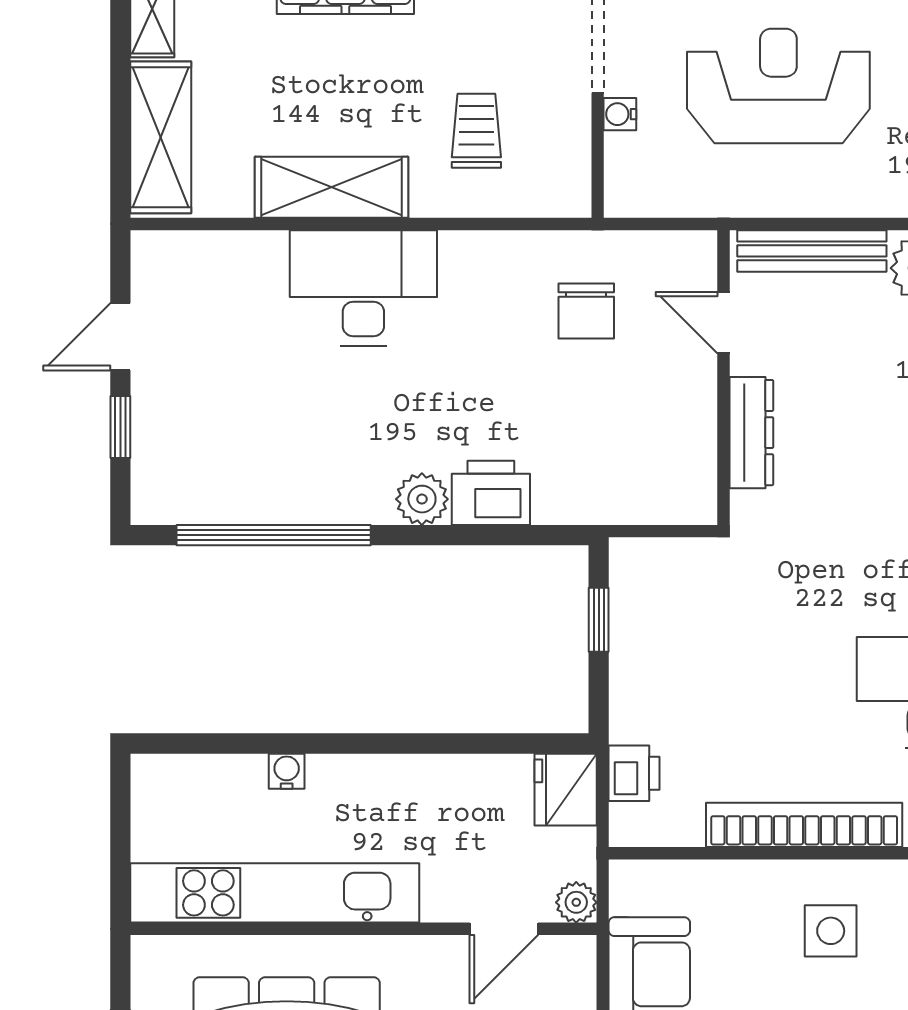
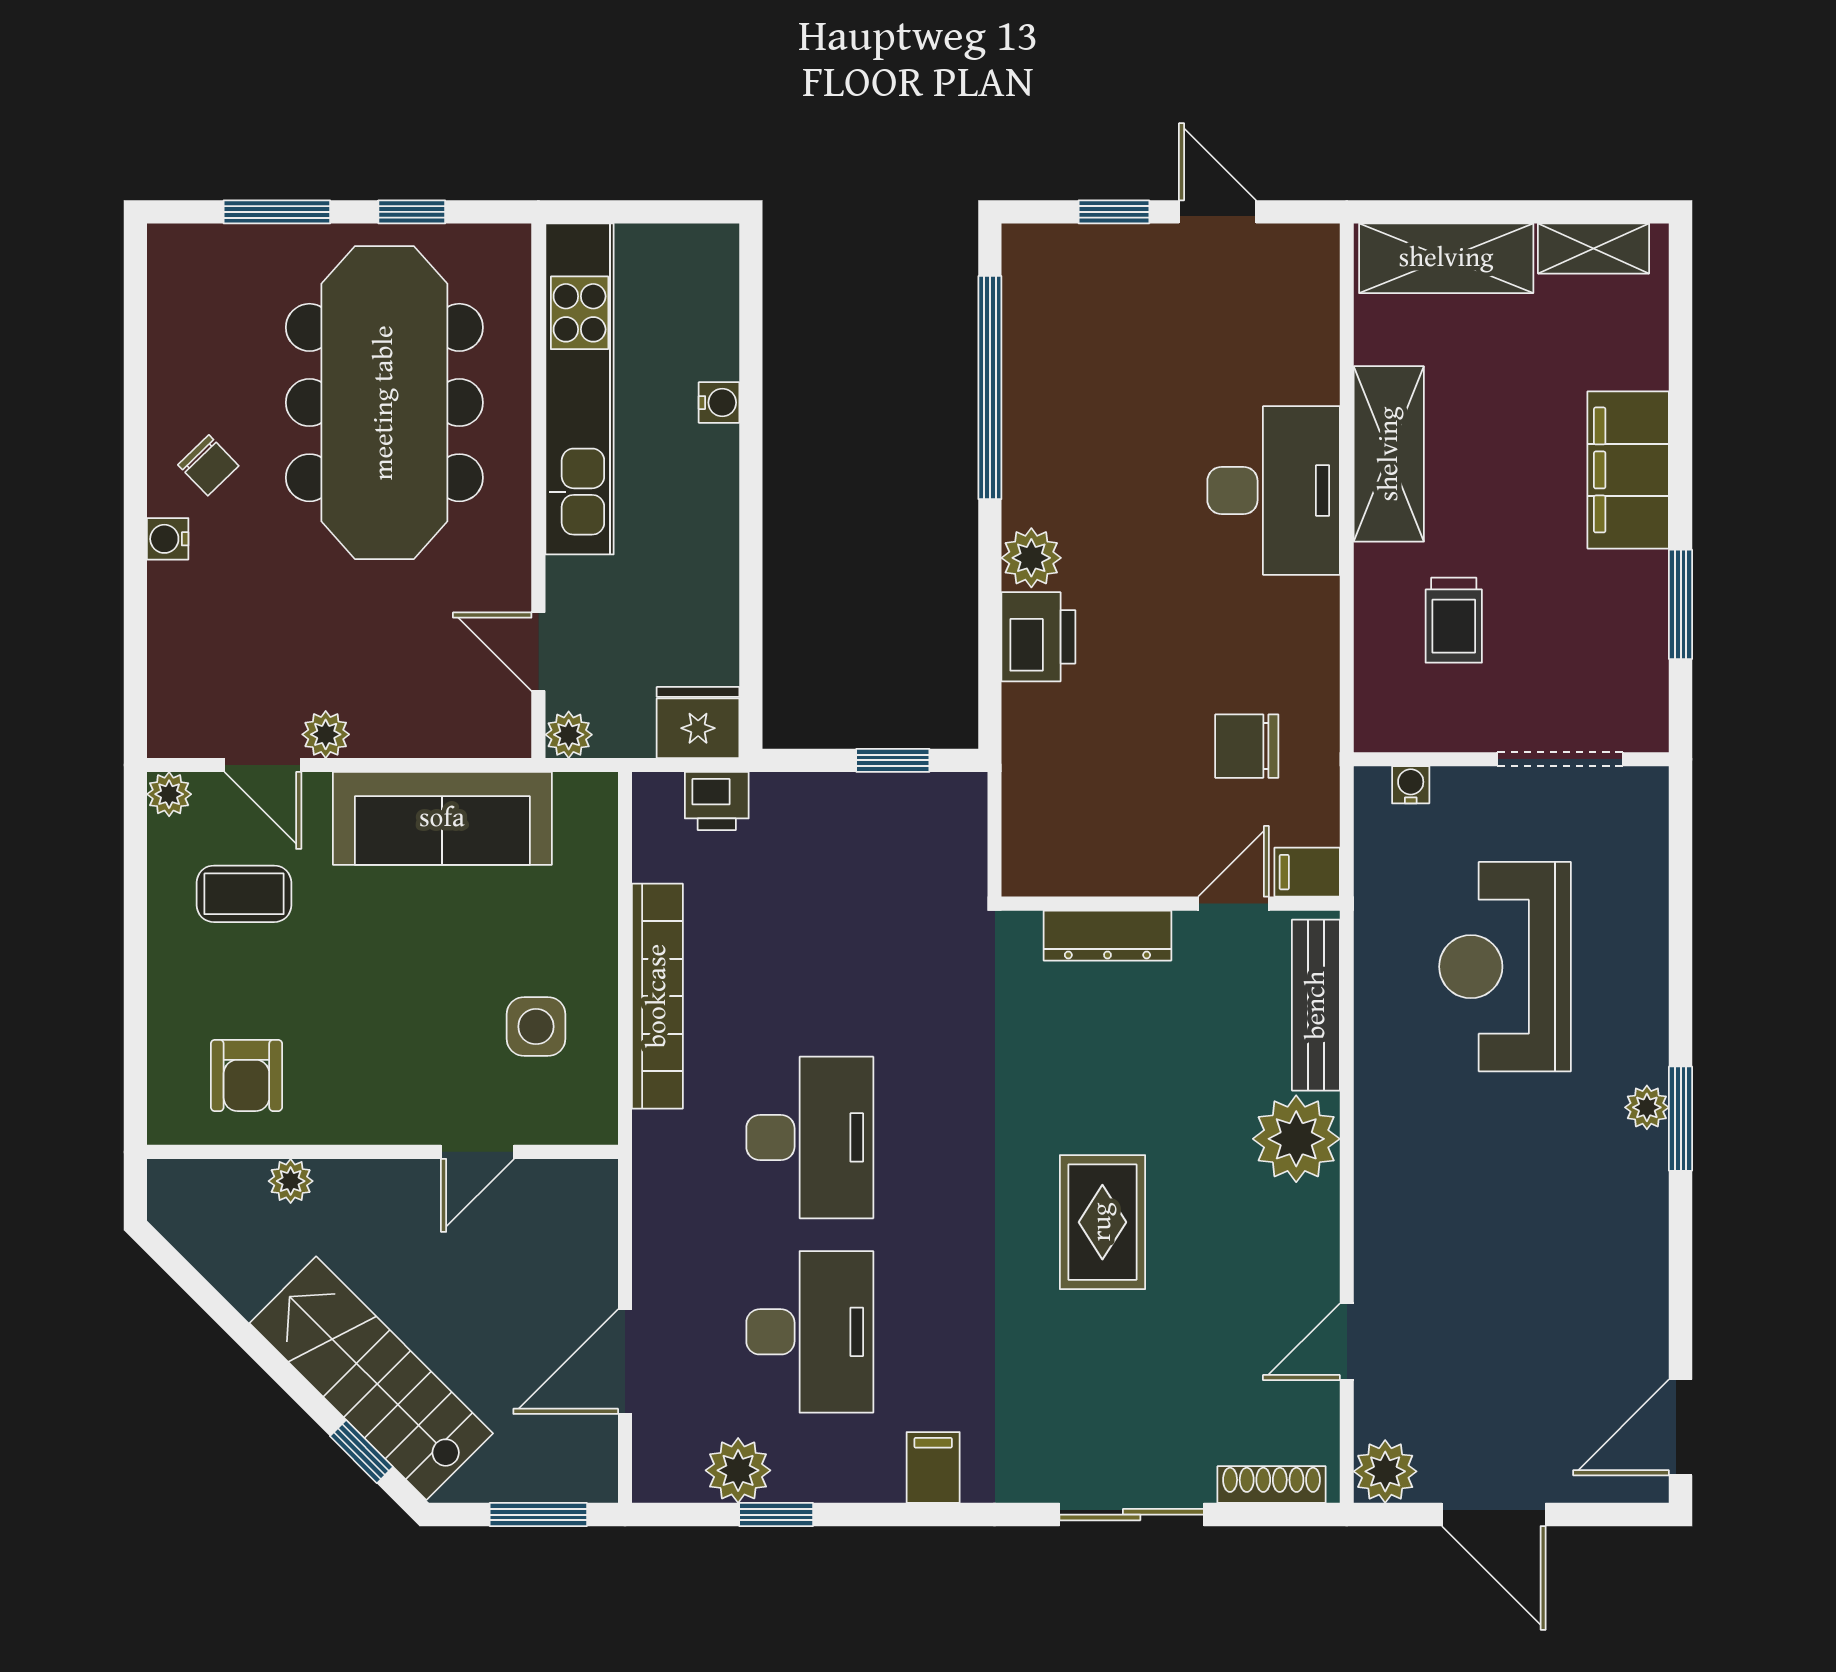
reception desk: (778, 86) -> (1505, 967), turned 180
water cooler: (620, 114) -> (1411, 785), moved
trolley: (476, 131) -> (1454, 620), turned 90
filing cabinet: (696, 259) -> (1307, 872), added

